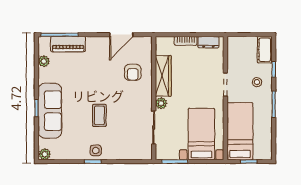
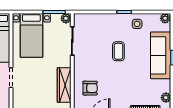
armchair: (133, 72) -> (90, 88), turned 90
plant: (161, 103) -> (66, 18), moved
side table: (96, 150) -> (137, 24), moved

